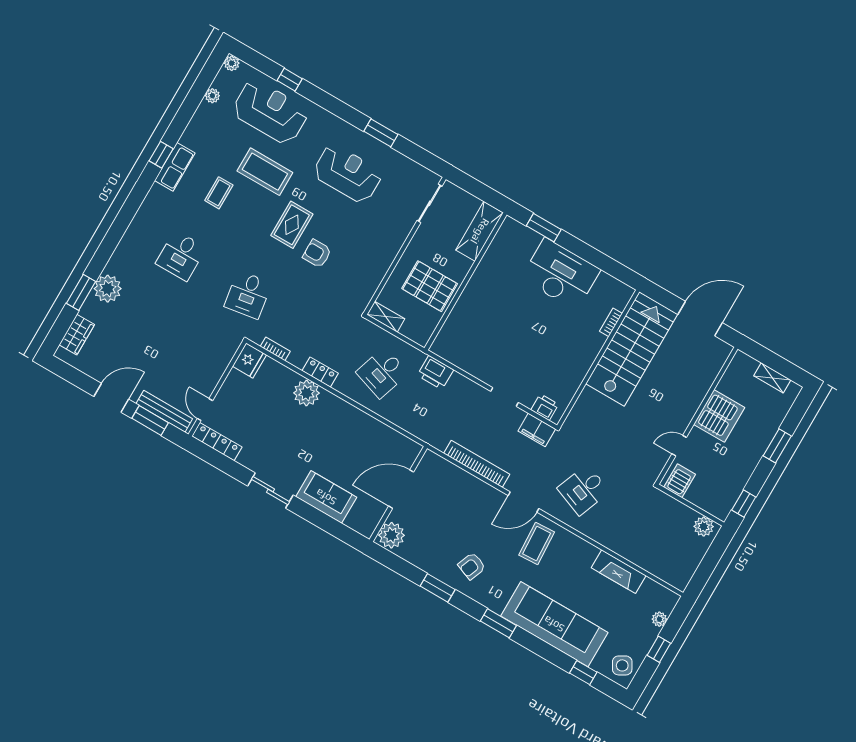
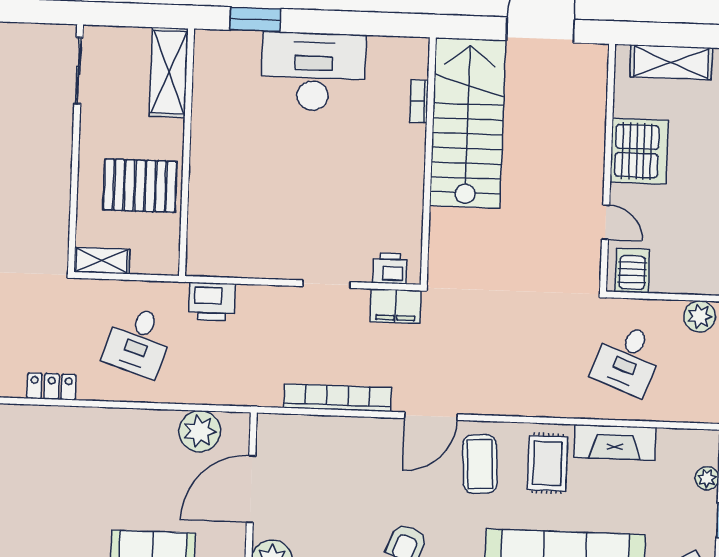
shelving: (772, 378) -> (671, 62), width x1.50, depth x1.33
plant: (307, 393) -> (200, 431), moved
door: (679, 446) -> (606, 222), swing flipped
desk: (583, 490) -> (627, 359), moved
rug: (575, 563) -> (547, 463), added

